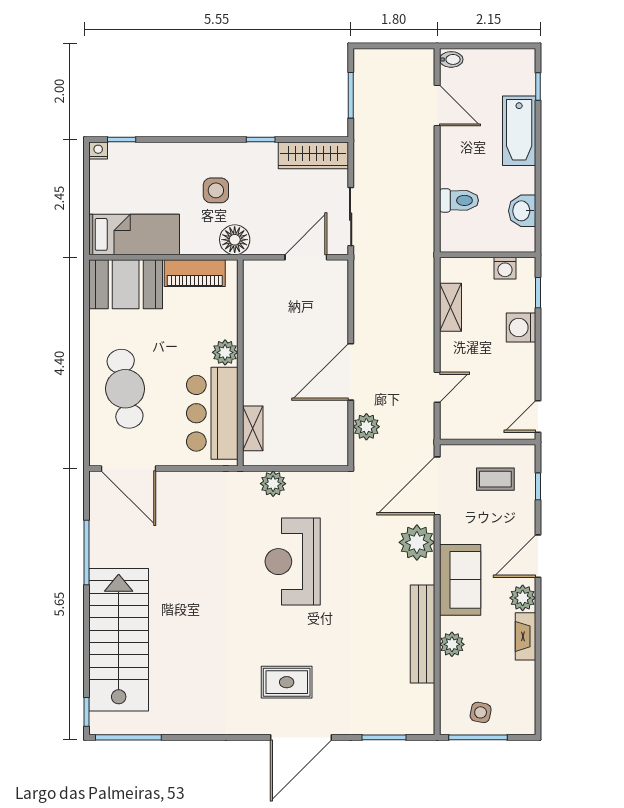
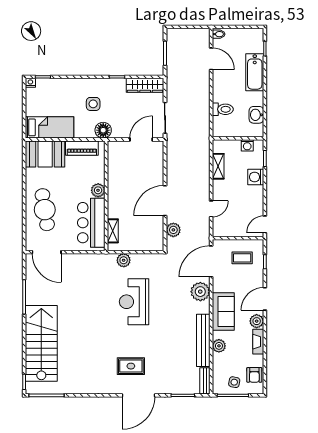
armchair: (518, 699) -> (254, 375), added
bench: (425, 710) -> (205, 381), added

